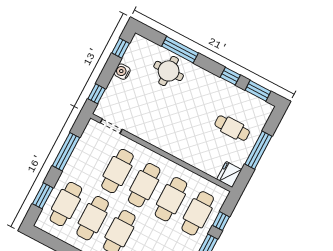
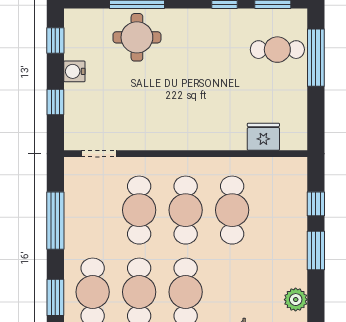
window: (97, 94) -> (55, 102), moved
cafe table: (232, 128) -> (277, 50), moved
window: (258, 150) -> (316, 58), moved
fridge: (229, 174) -> (263, 137), moved, turned 90
cafe table: (198, 213) -> (279, 210), removed

